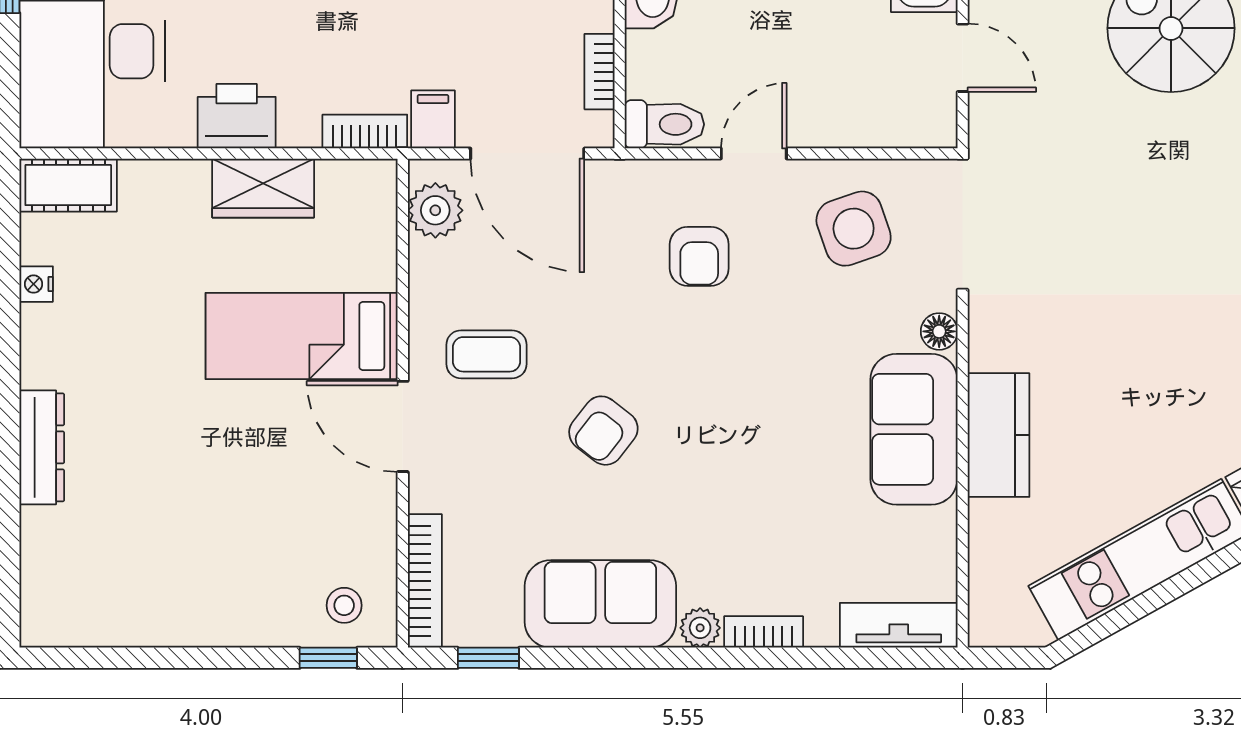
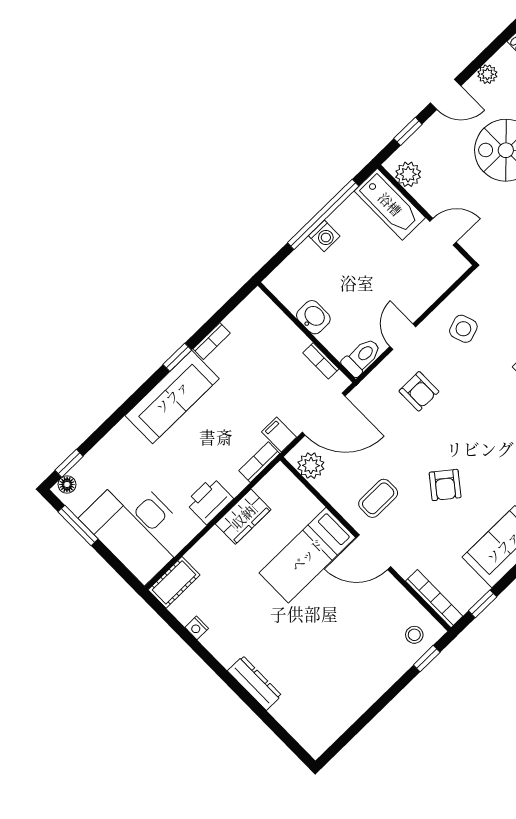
side table: (854, 229) -> (463, 329), width x0.73, depth x0.73

